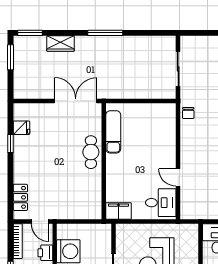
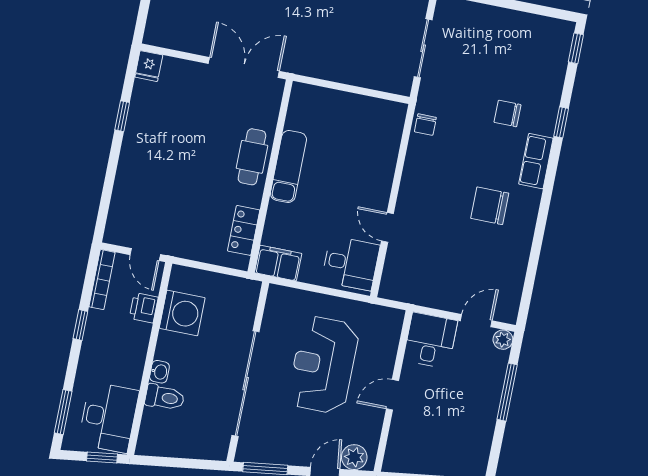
fridge: (21, 128) -> (149, 66), moved, turned 90
exam couch: (113, 132) -> (288, 167), moved
locker: (20, 197) -> (244, 230), moved, turned 180

